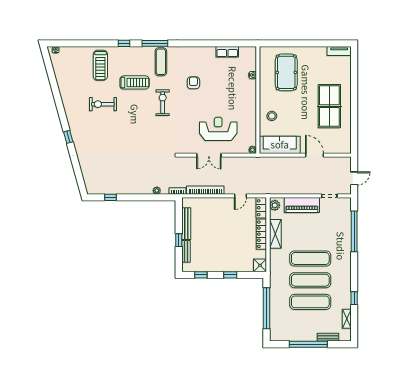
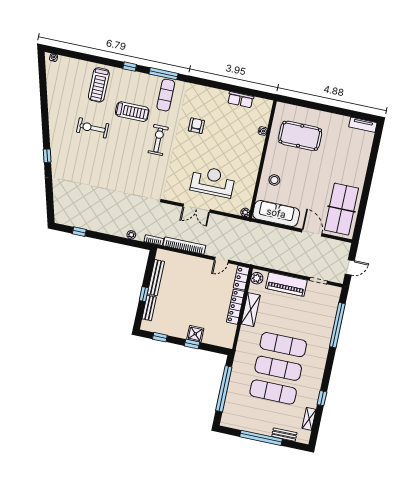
pool table: (286, 72) -> (300, 136), turned 90
table tennis table: (329, 106) -> (342, 209), moved
shower: (260, 265) -> (195, 334), moved

